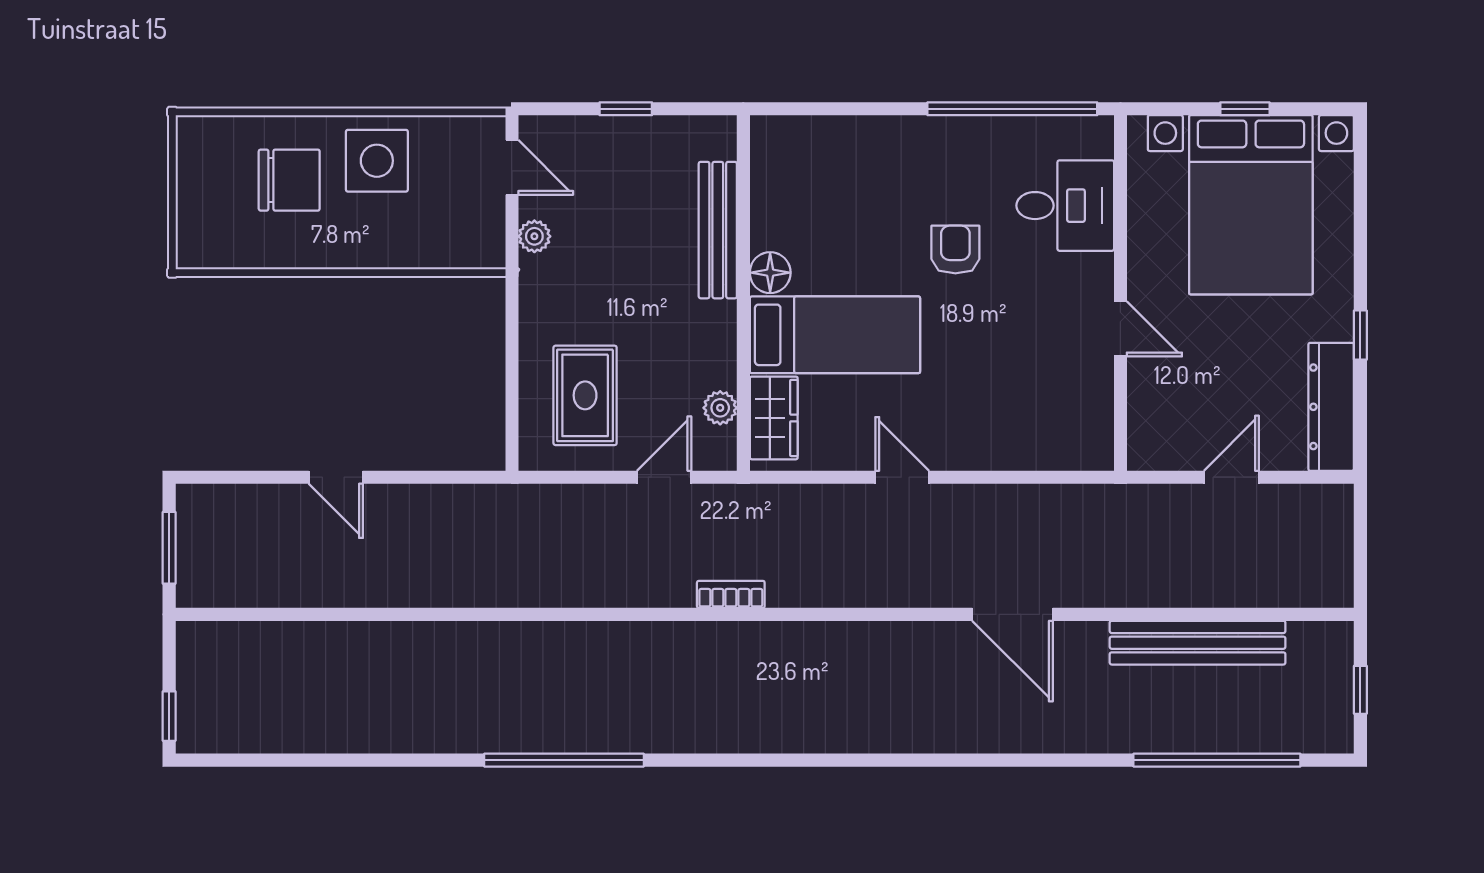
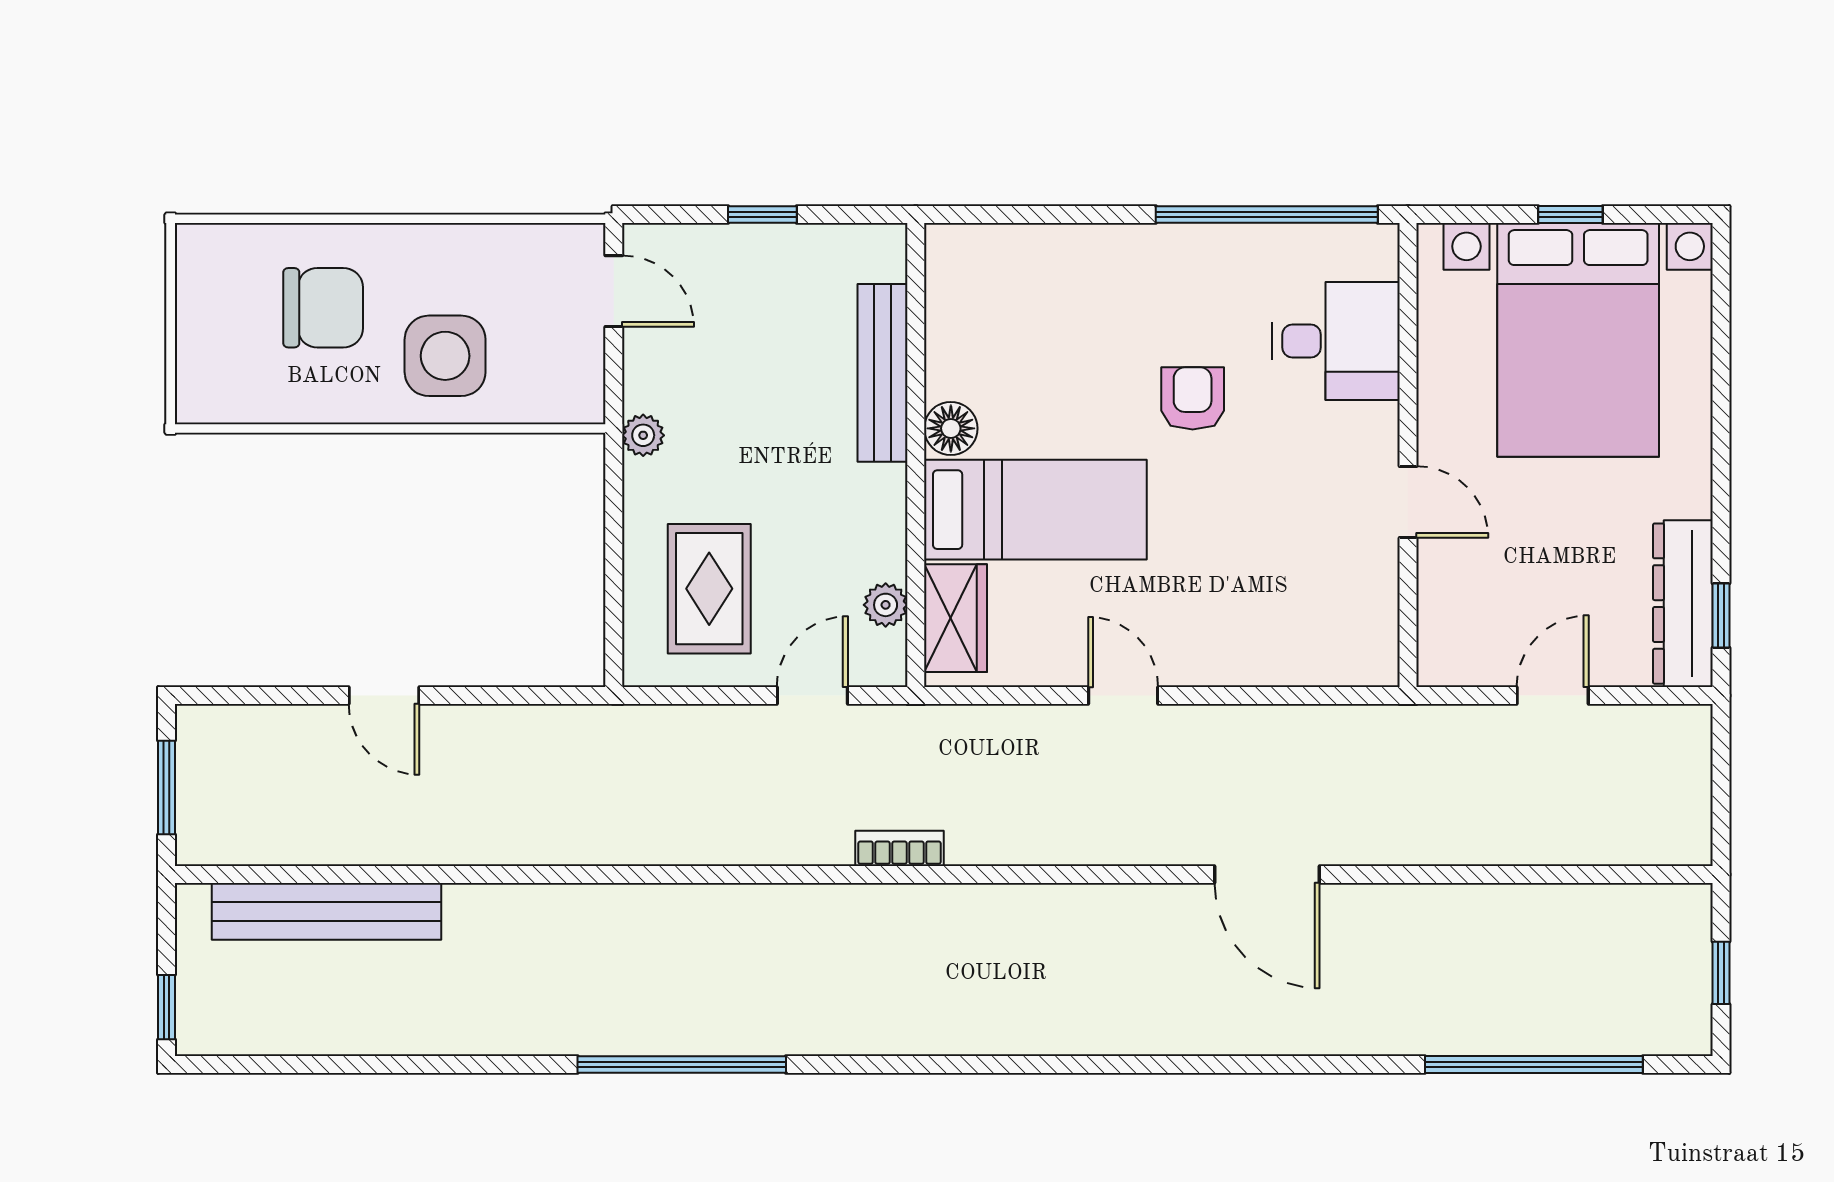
side table: (377, 161) -> (445, 356), moved
plant: (534, 236) -> (643, 435), moved
window: (1360, 335) -> (1721, 616), moved
bench: (1198, 643) -> (326, 911), moved

